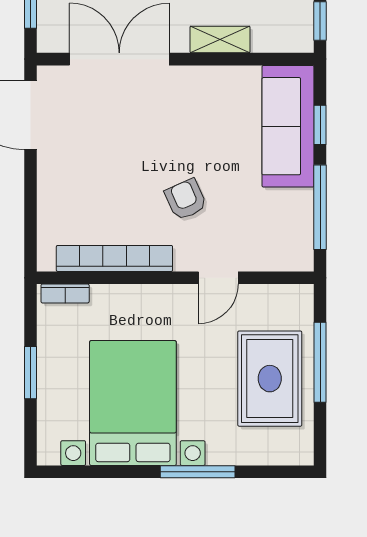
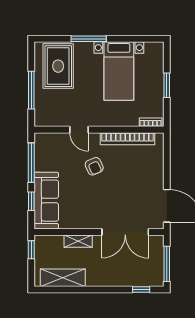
door: (218, 278) -> (79, 130), swing flipped
rug: (270, 379) -> (58, 66), moved
bed with nightstands: (133, 403) -> (119, 71), width x0.73

